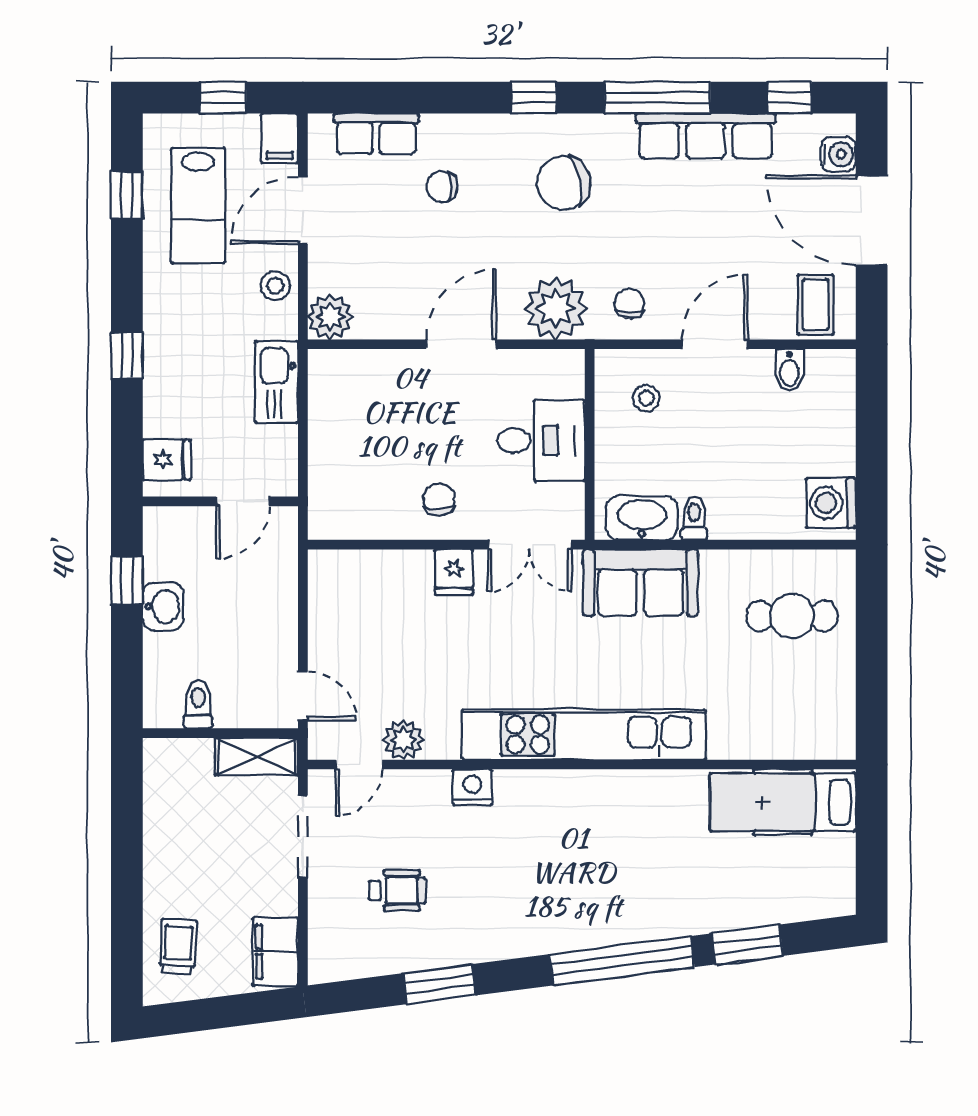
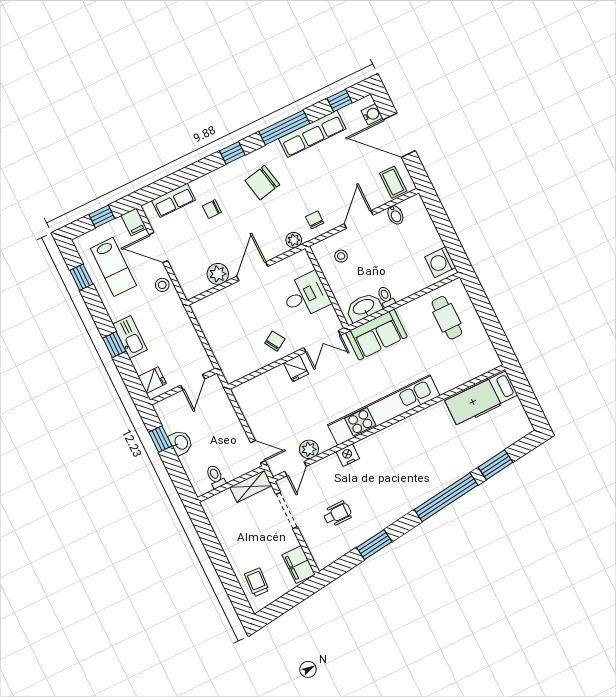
door: (303, 210) -> (158, 248), hinge flipped
plant: (556, 308) -> (294, 240), width x0.53, depth x0.53
plant: (330, 317) -> (218, 274), moved
kitchen sink: (277, 382) -> (130, 337), moved, turned 180
chair: (439, 499) -> (275, 341), turned 61
cafe table: (792, 616) -> (447, 318), turned 90

